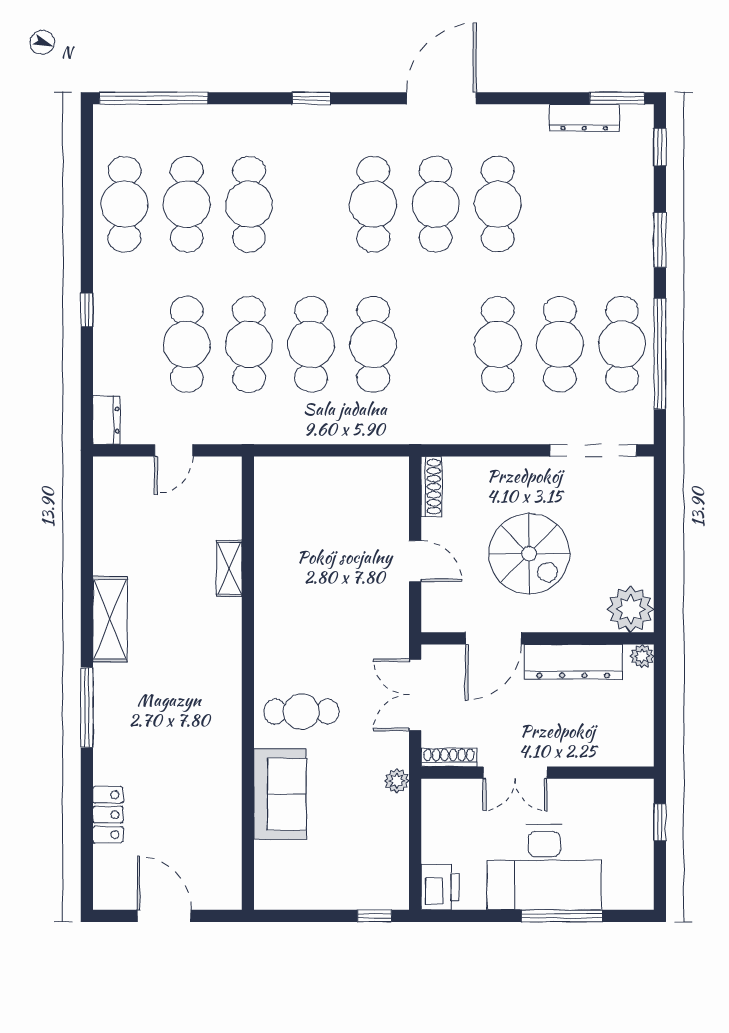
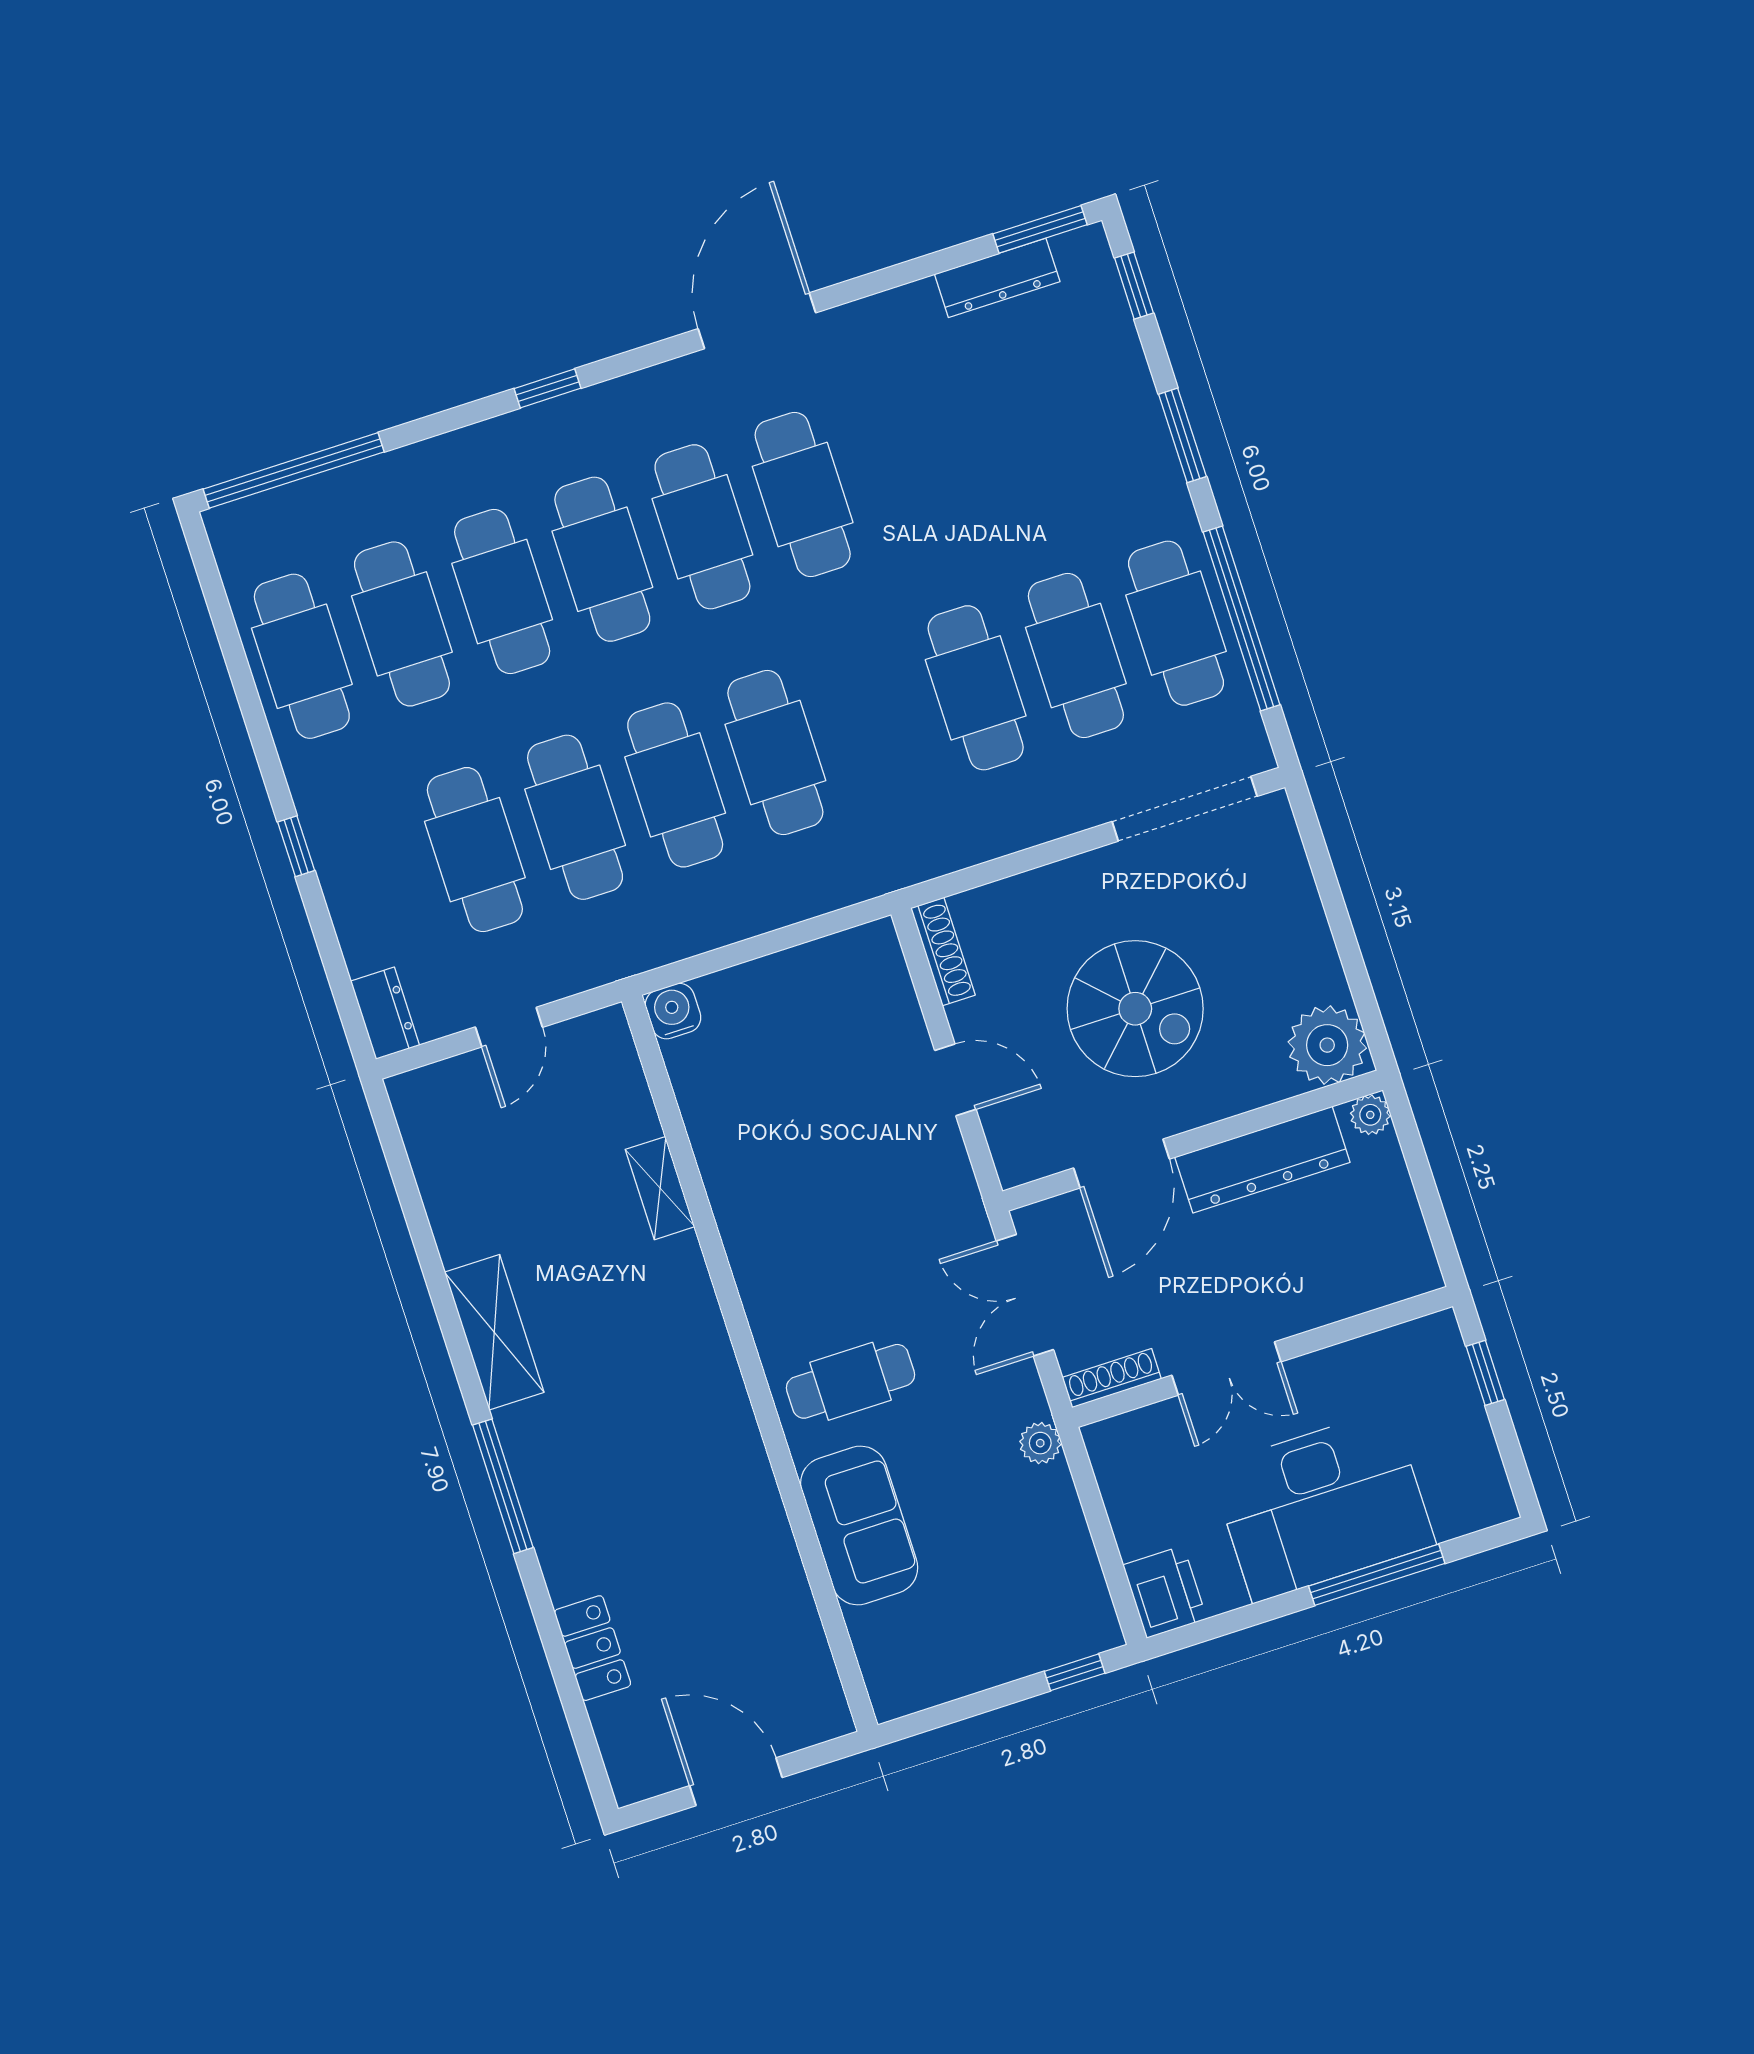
cafe table: (498, 204) -> (602, 559), moved
water cooler: (269, 471) -> (673, 1011), added

